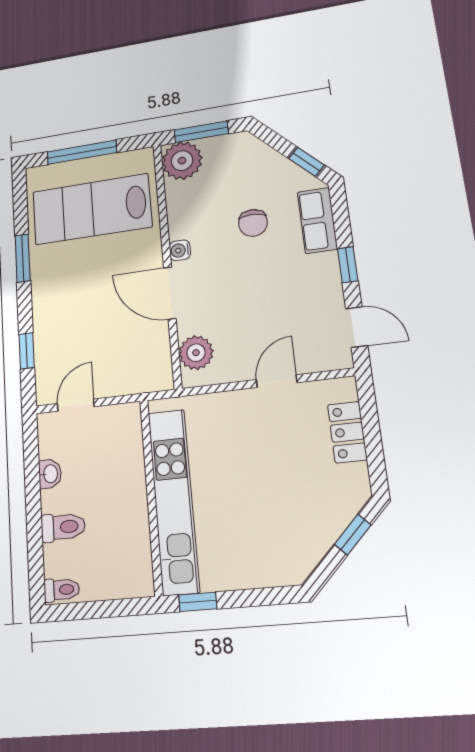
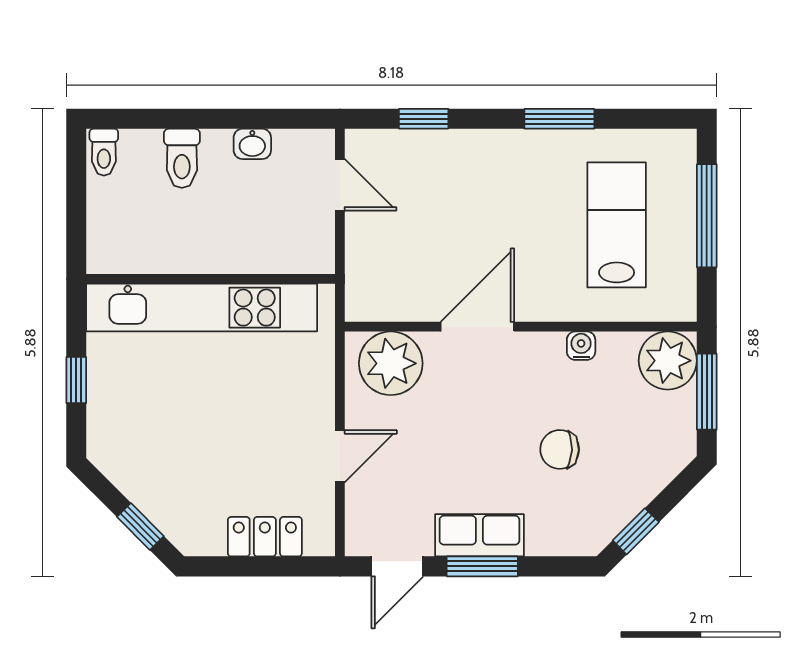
lab bench: (92, 209) -> (617, 225), width x0.73, depth x0.72
row of seats: (317, 220) -> (479, 535), moved
water cooler: (180, 250) -> (581, 346), moved
window: (348, 265) -> (482, 566), width x1.50
plant: (196, 353) -> (391, 363), width x1.36, depth x1.36
door: (277, 381) -> (340, 456), hinge flipped
window: (198, 602) -> (76, 380), moved

